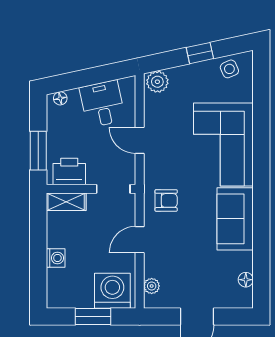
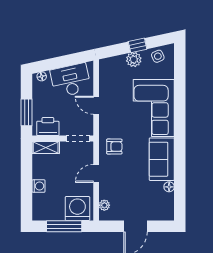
plant: (157, 82) -> (134, 60), moved
desk: (102, 104) -> (71, 80), width x1.37
floor lamp: (246, 280) -> (169, 187), moved
window: (93, 317) -> (64, 226), width x1.44

